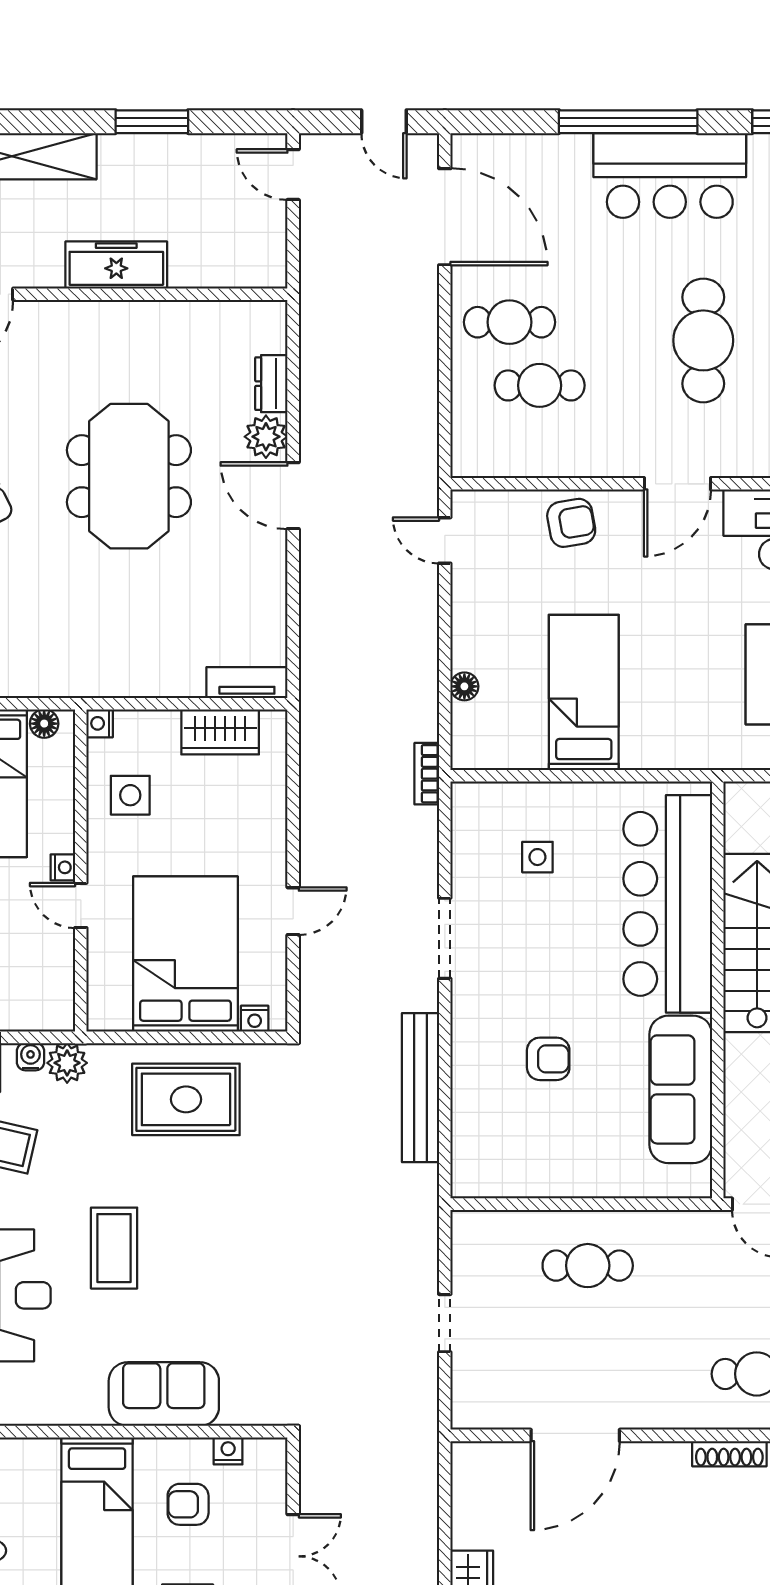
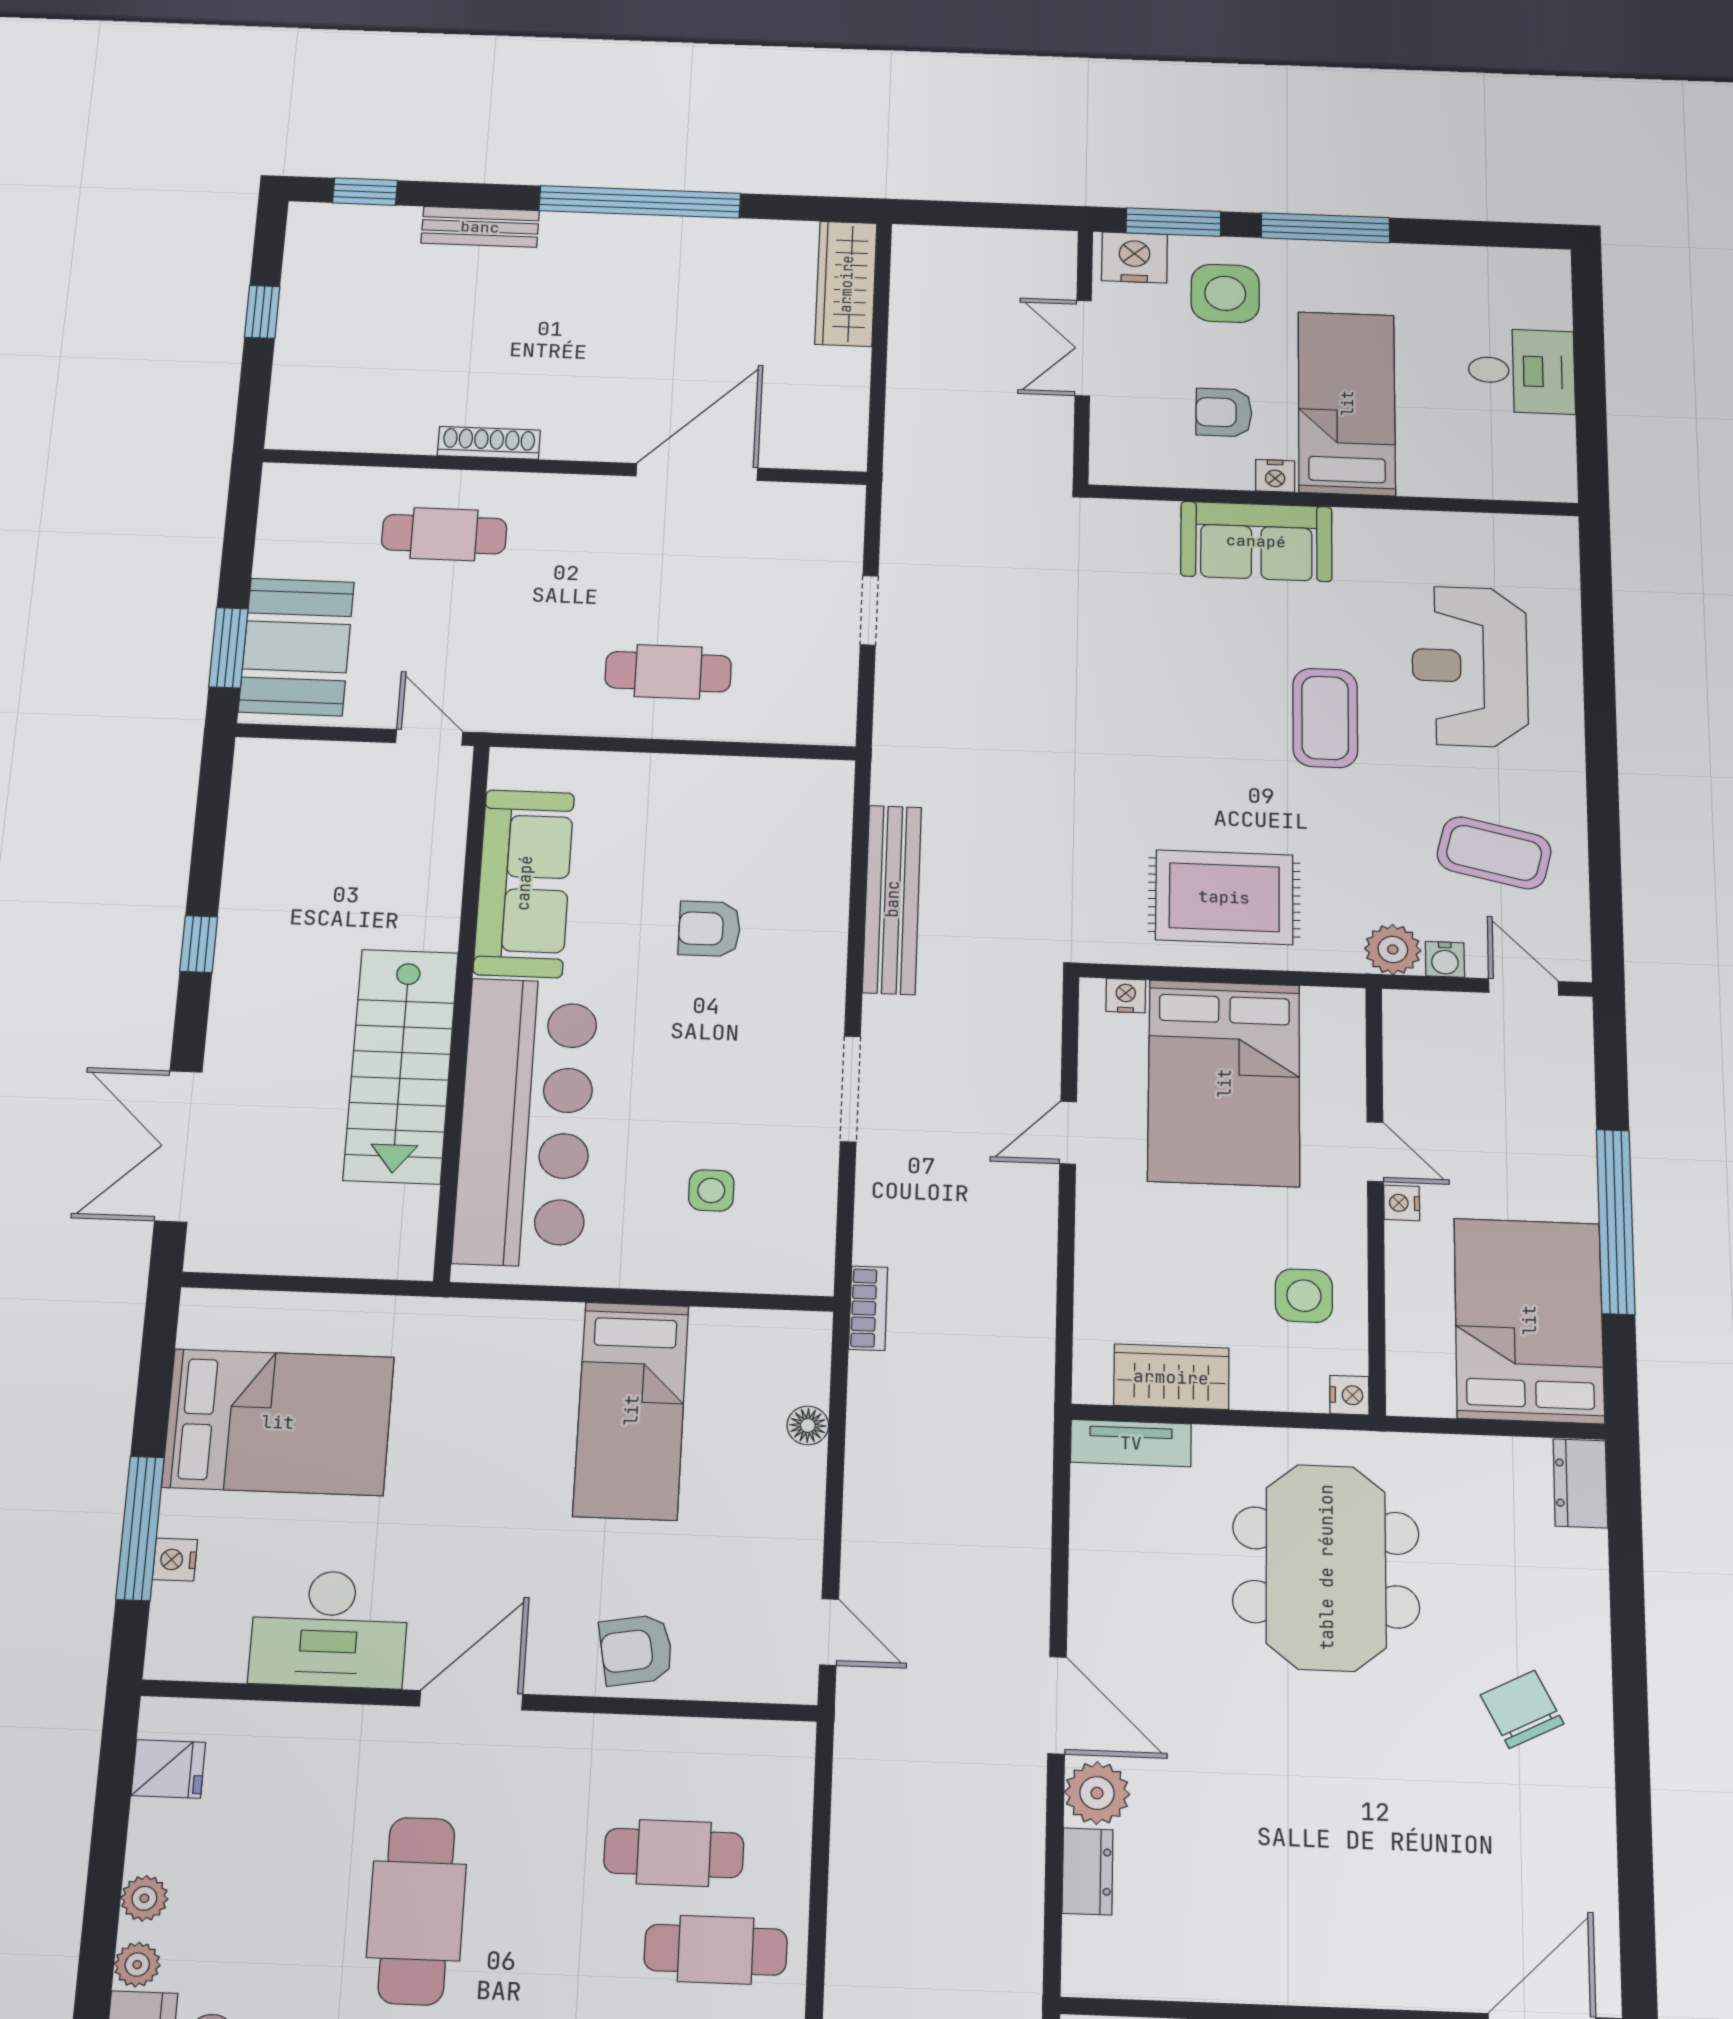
meeting table: (129, 476) -> (1326, 1567), moved
floor lamp: (44, 724) -> (1431, 1398), removed
nightstand: (228, 1451) -> (1275, 476), moved
armchair: (188, 1504) -> (1224, 412), turned 180

